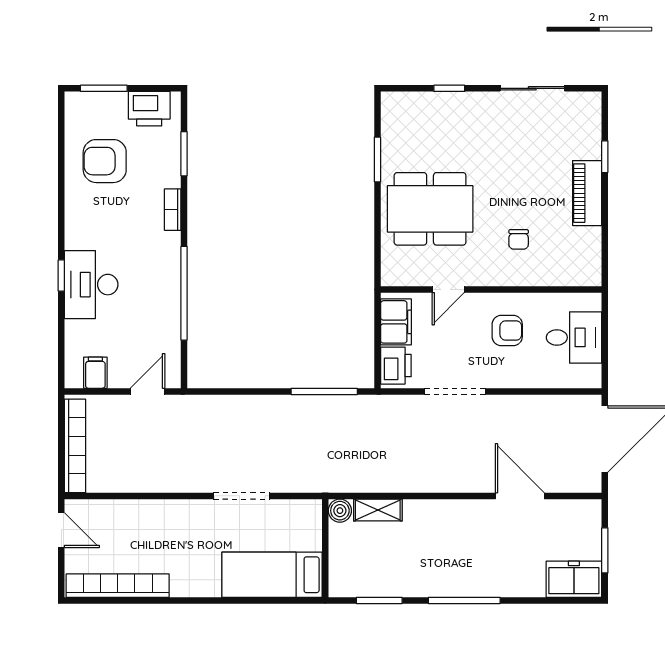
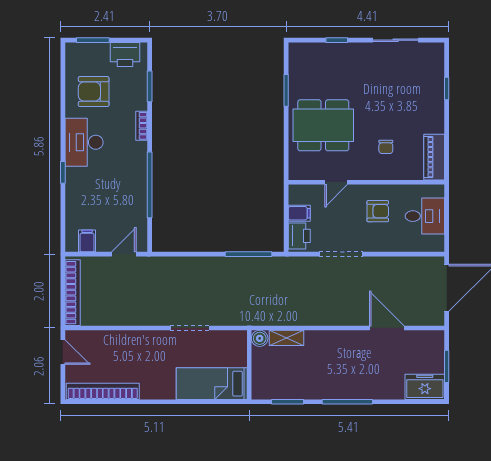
piano: (587, 193) -> (434, 157), moved
desk: (91, 285) -> (84, 142), moved
filing cabinet: (396, 322) -> (299, 213), width x0.50

